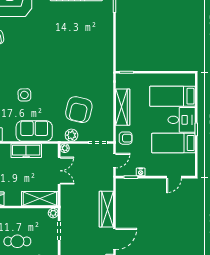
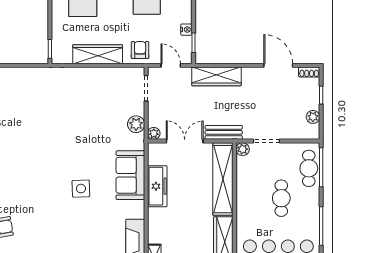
armchair: (79, 110) -> (101, 114), removed
shelving: (40, 199) -> (223, 179), width x1.47
bench: (65, 199) -> (224, 132), added
wardrobe: (106, 209) -> (217, 76), moved

